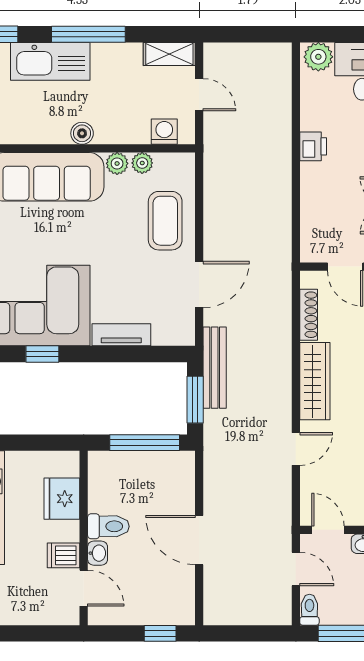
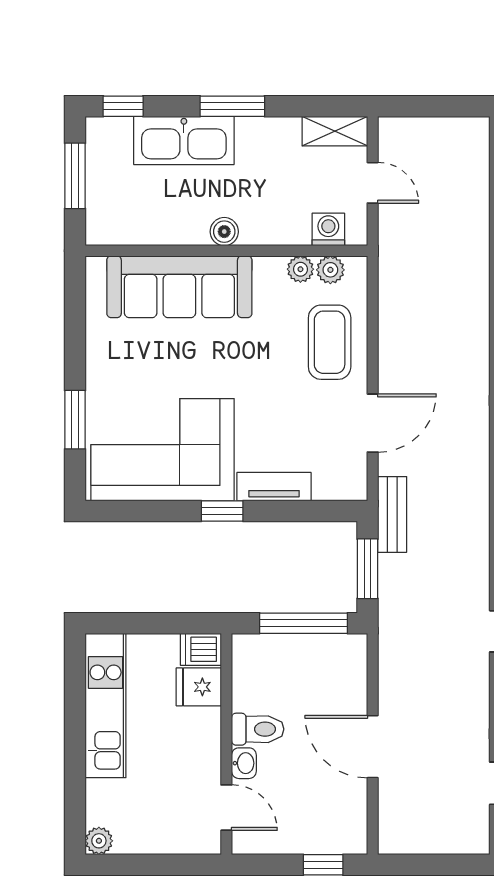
window: (88, 34) -> (232, 106), width x0.69
plant: (117, 163) -> (330, 270), moved
window: (42, 354) -> (222, 511), moved
bench: (215, 368) -> (392, 514), width x0.73
fridge: (62, 499) -> (199, 687), width x0.72
dishwasher: (63, 555) -> (201, 649), moved

